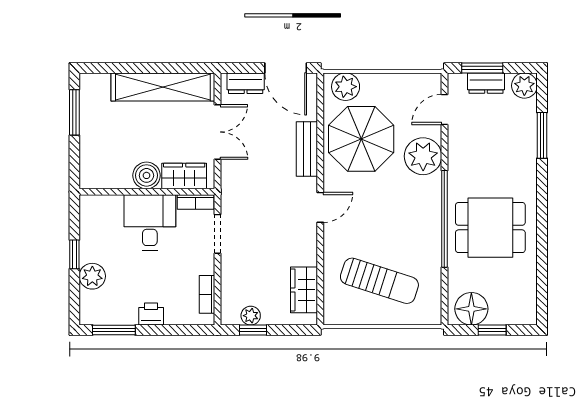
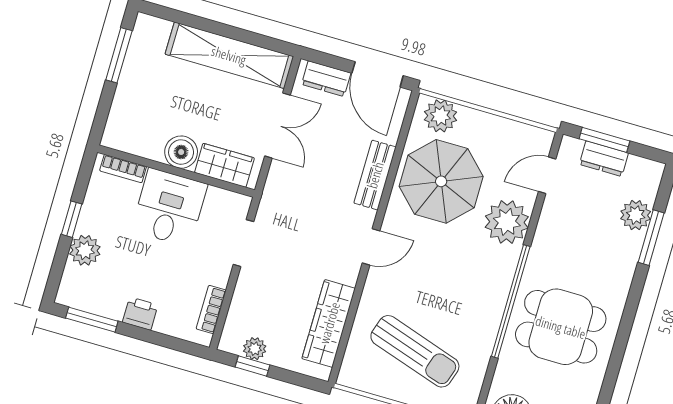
plant: (524, 86) -> (636, 215), moved
bookcase: (196, 202) -> (123, 169), moved
wardrobe: (304, 290) -> (329, 323), width x1.50

